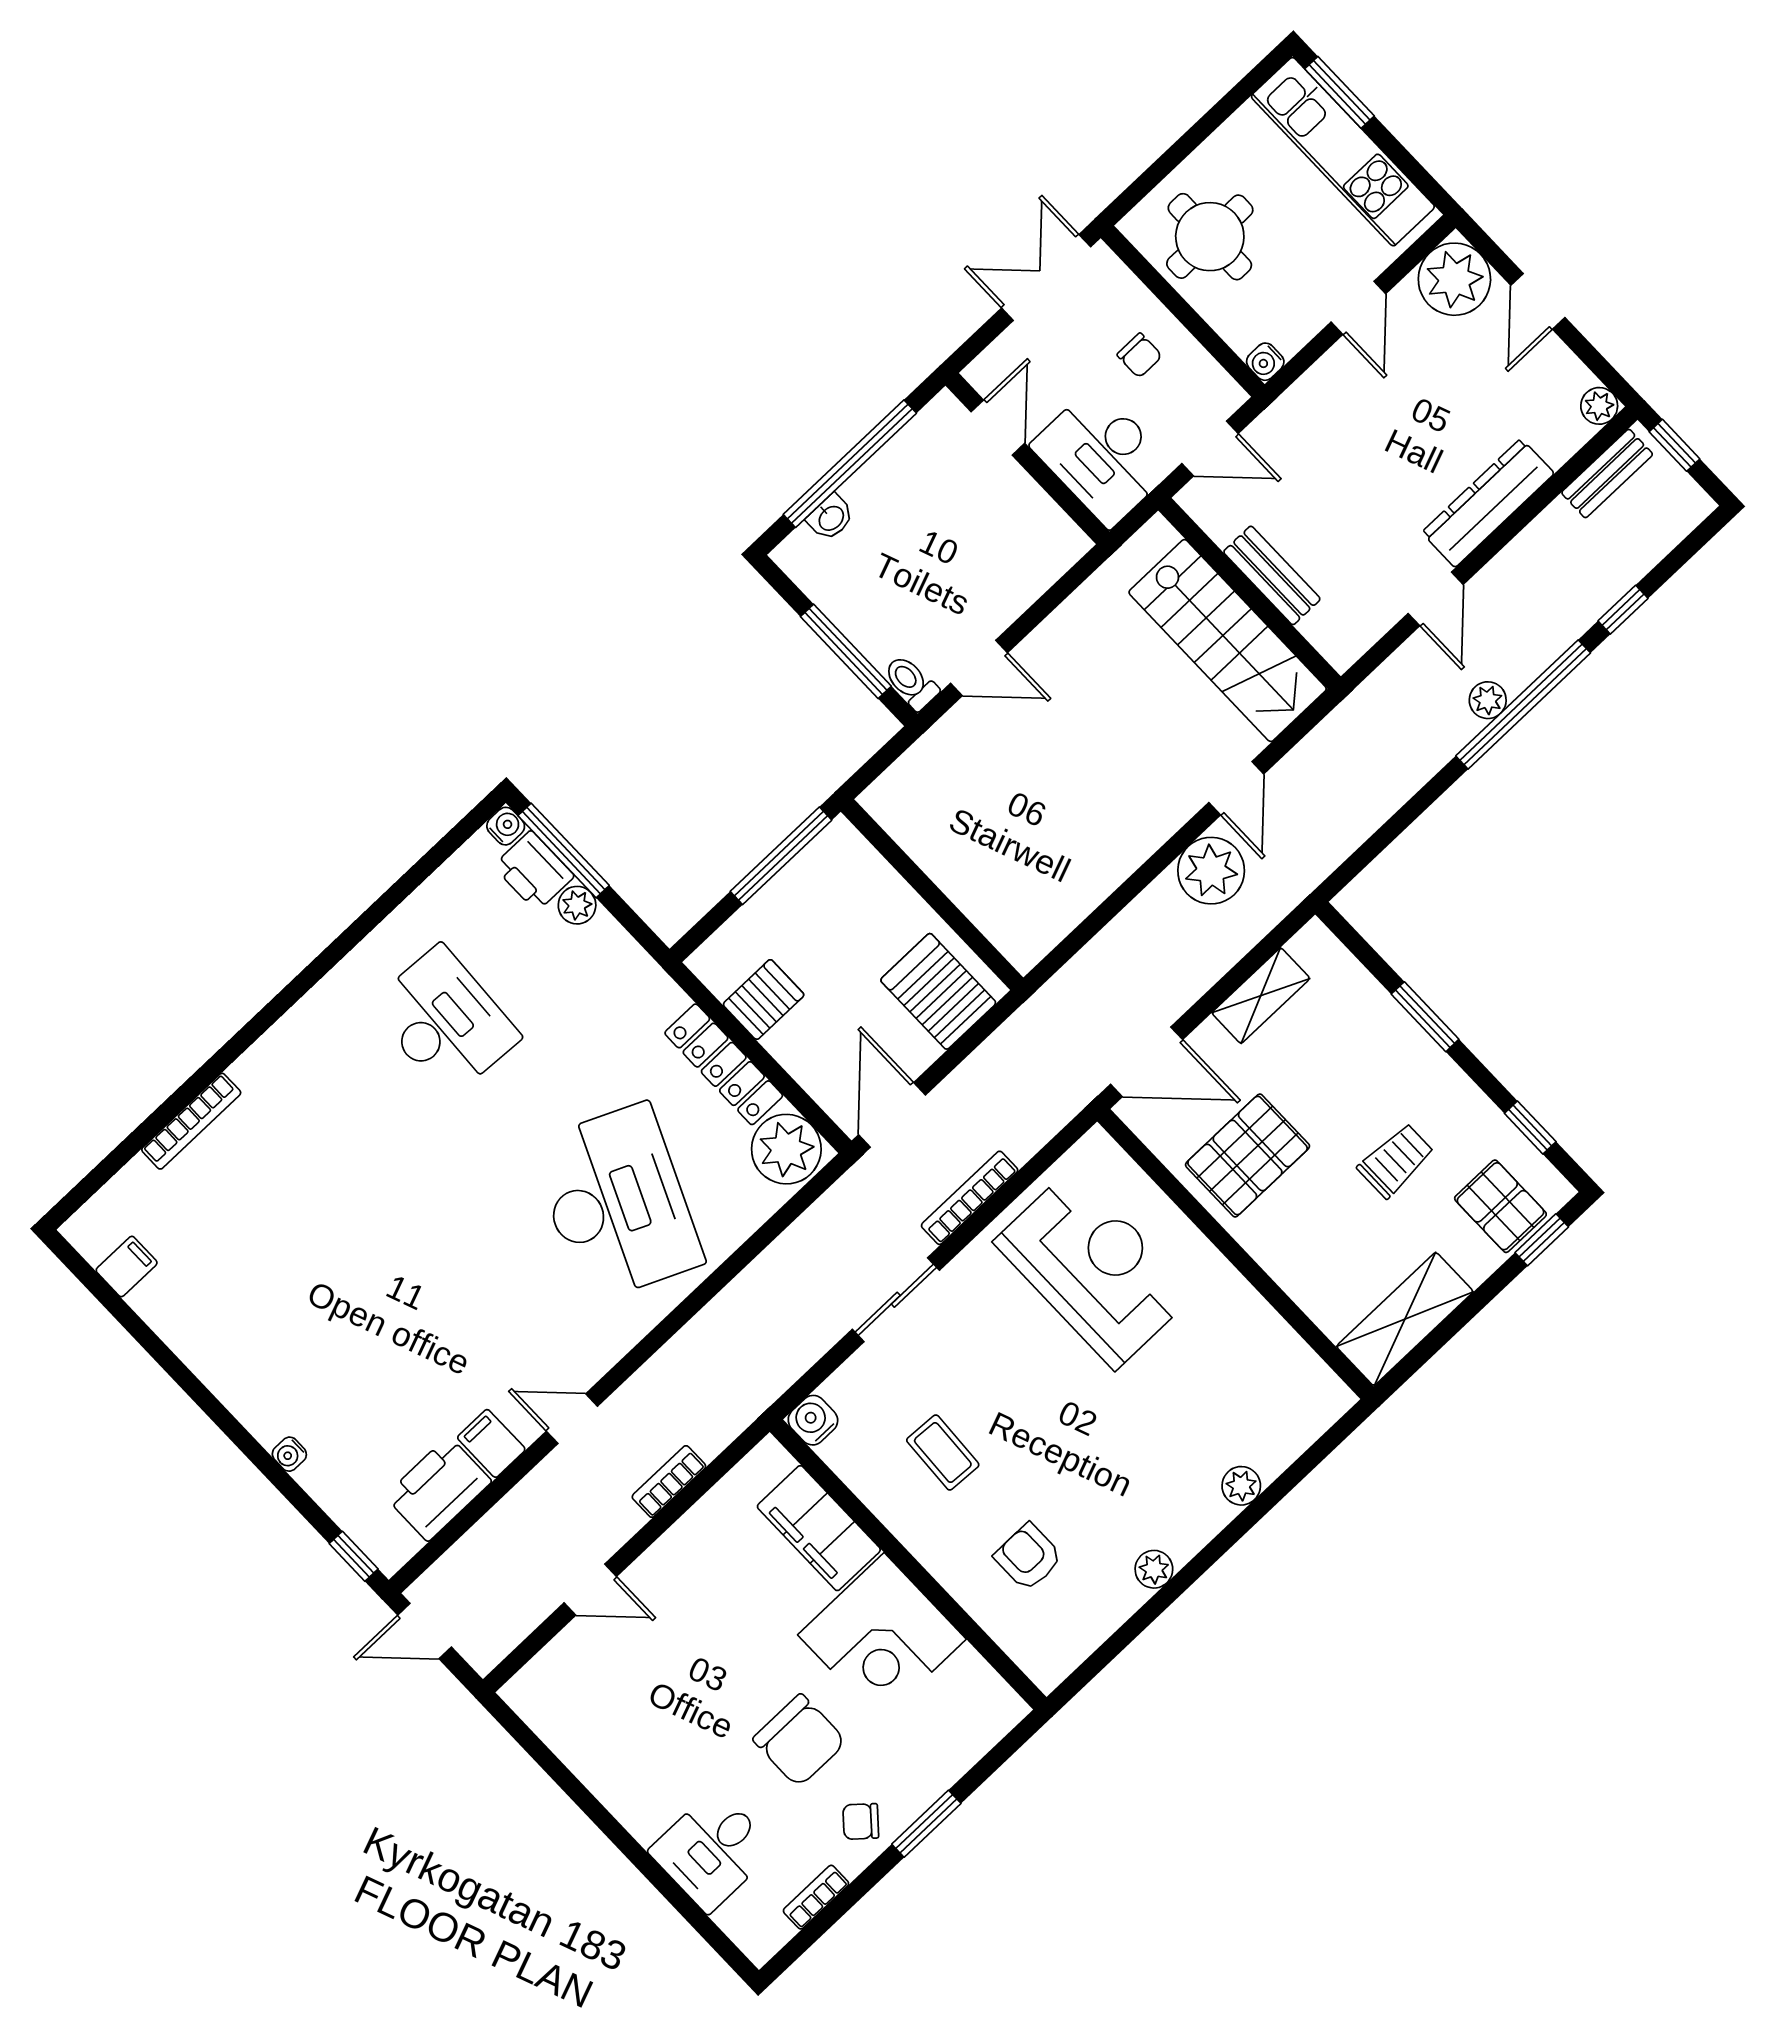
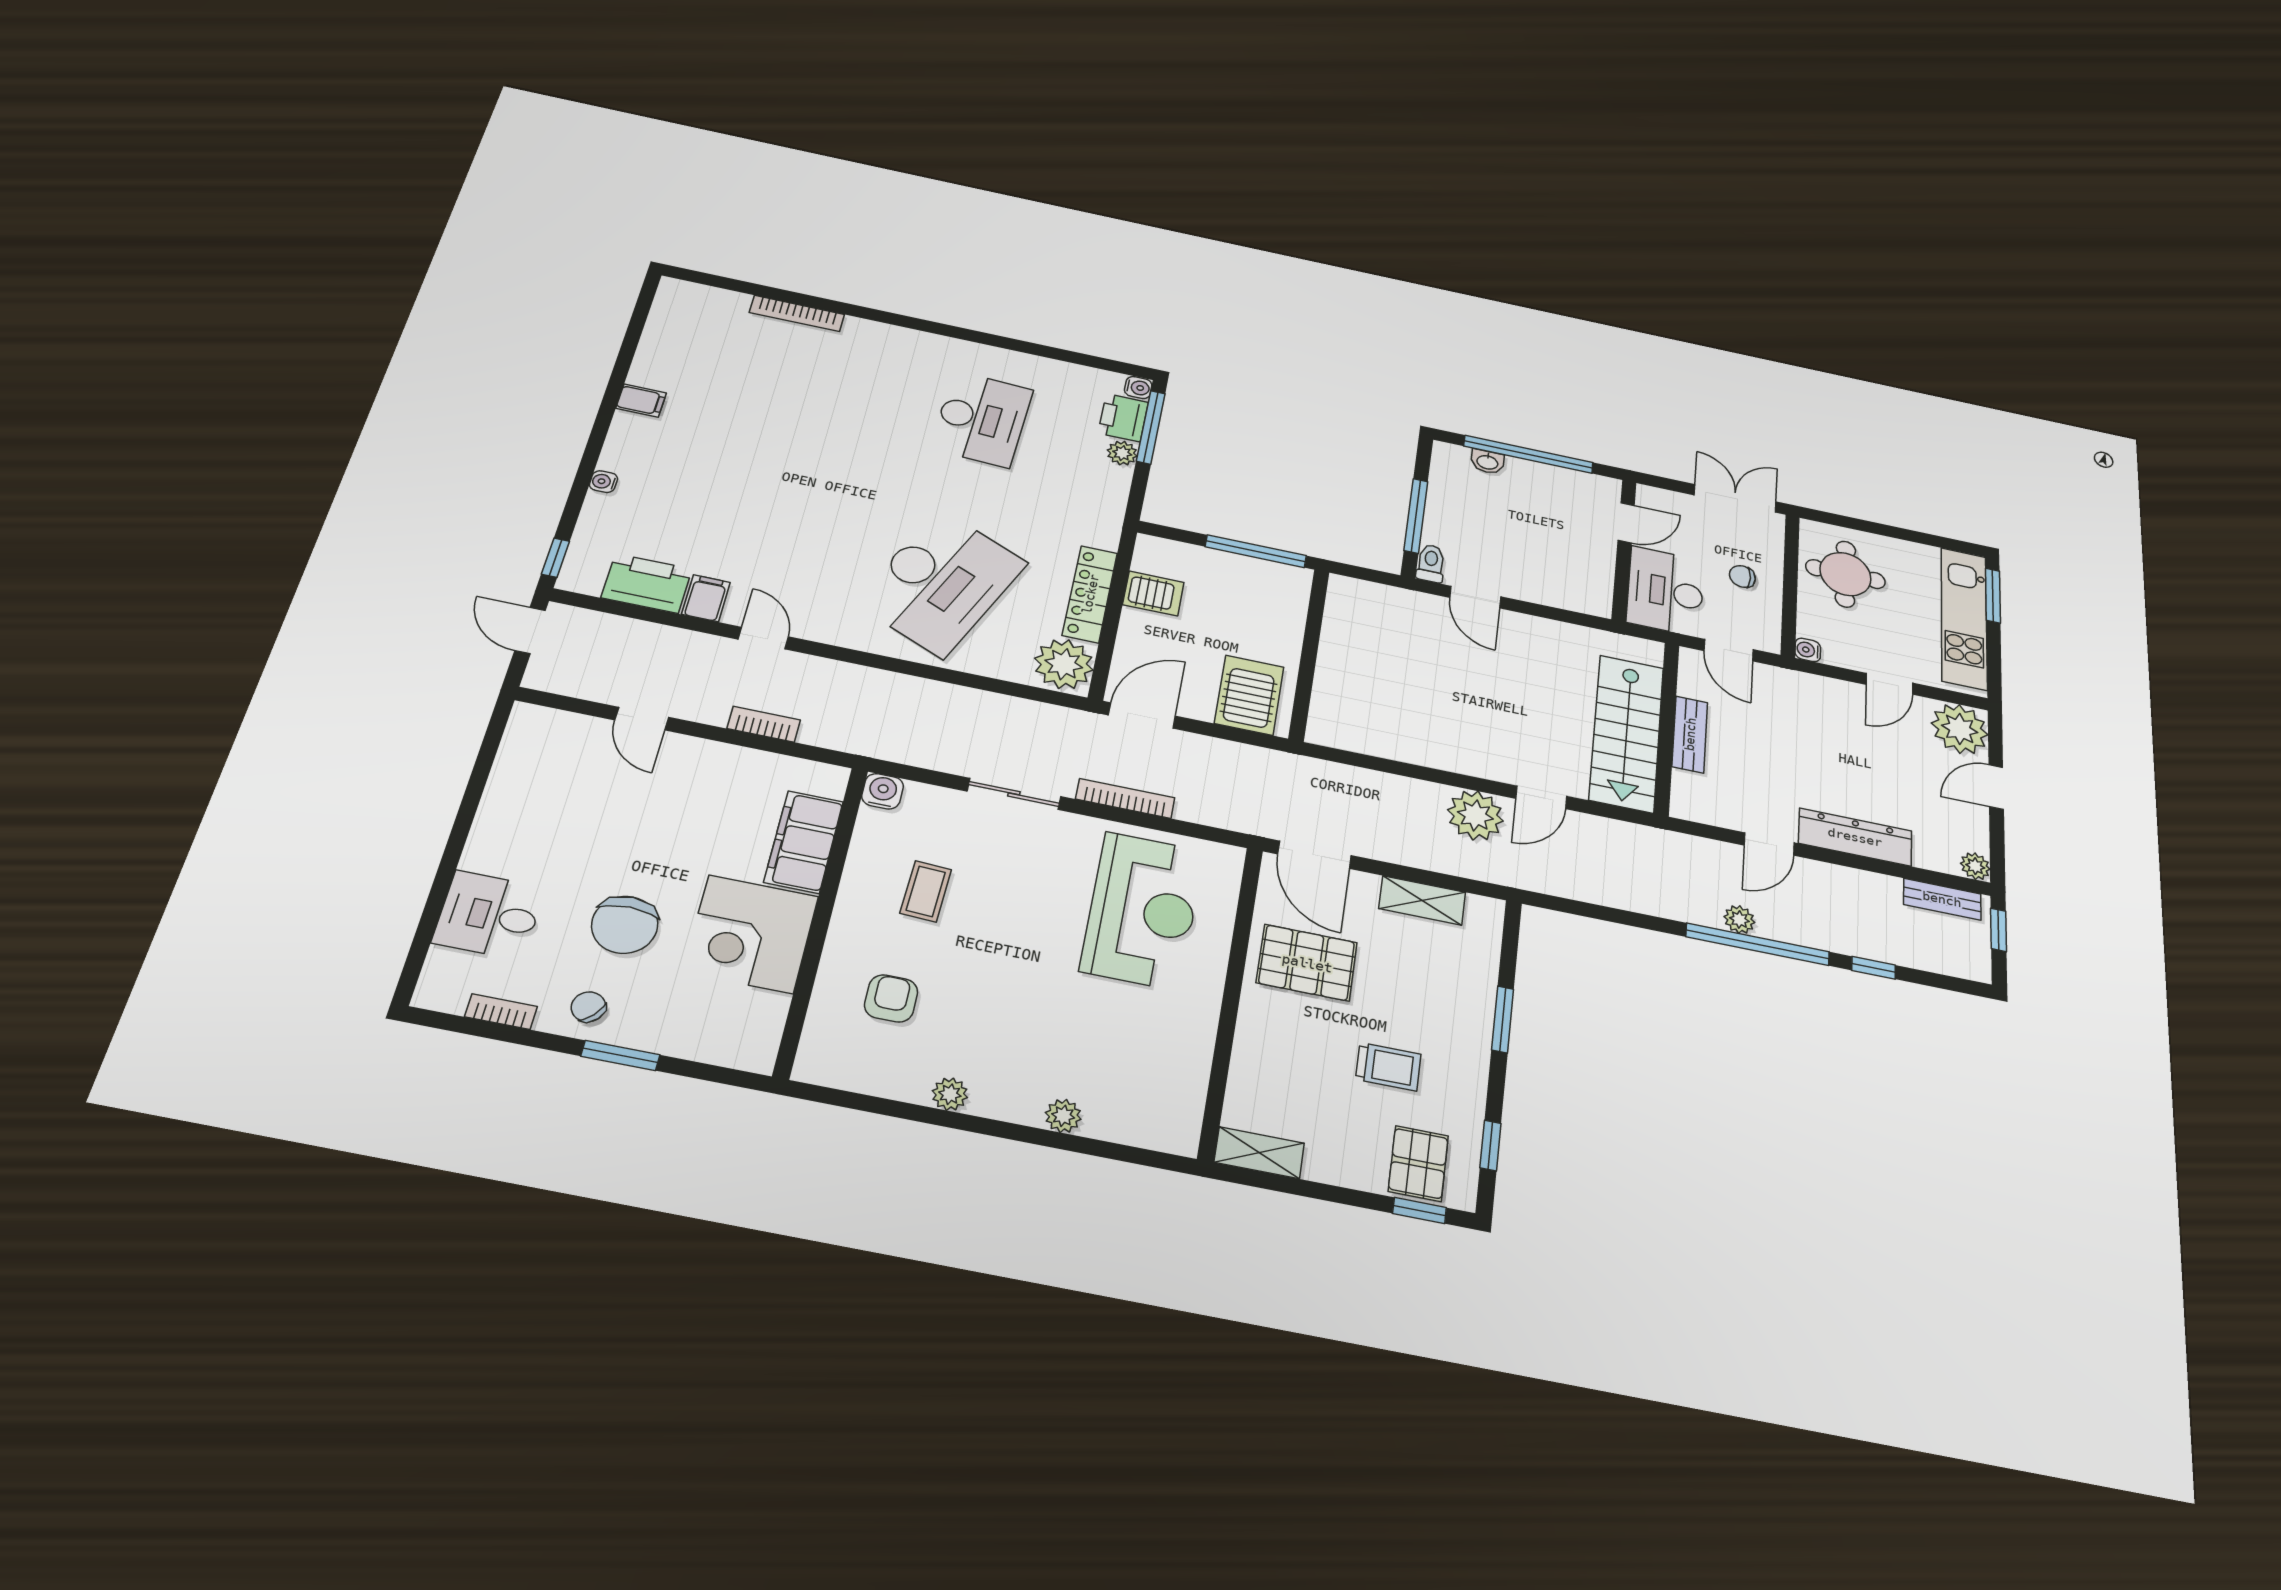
chair: (1140, 355) -> (1742, 576), turned 90
filing cabinet: (127, 1267) -> (641, 401), moved
shelving: (1405, 1319) -> (1259, 1153), width x0.67, depth x0.75

